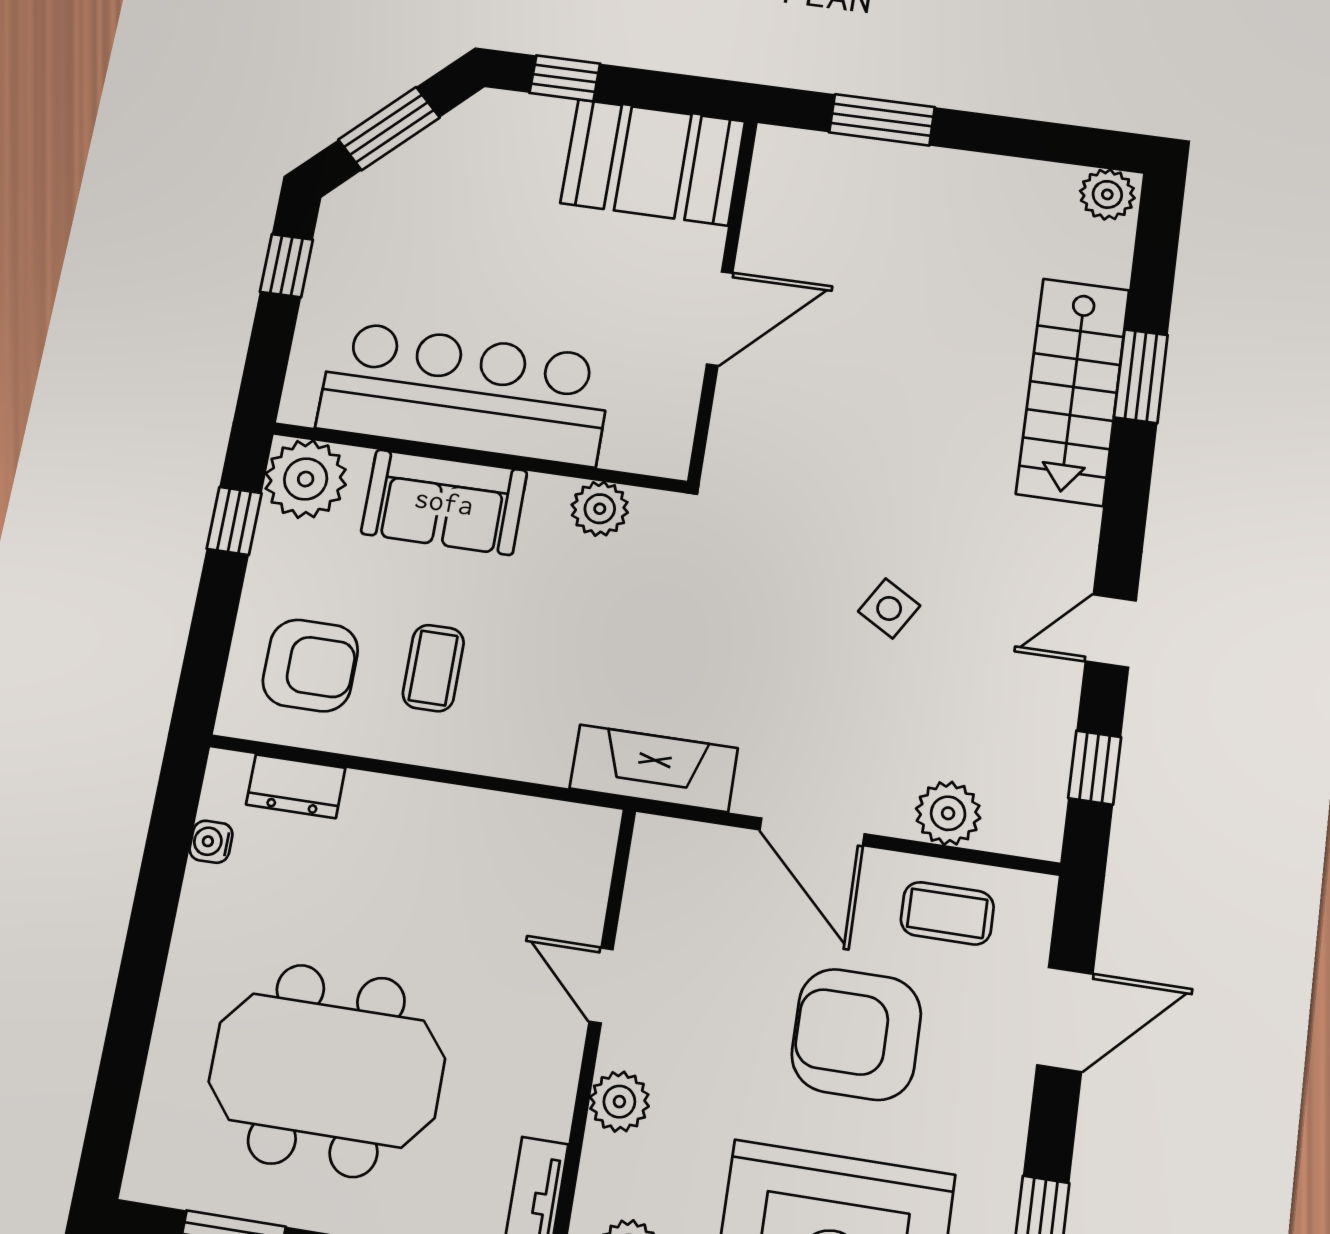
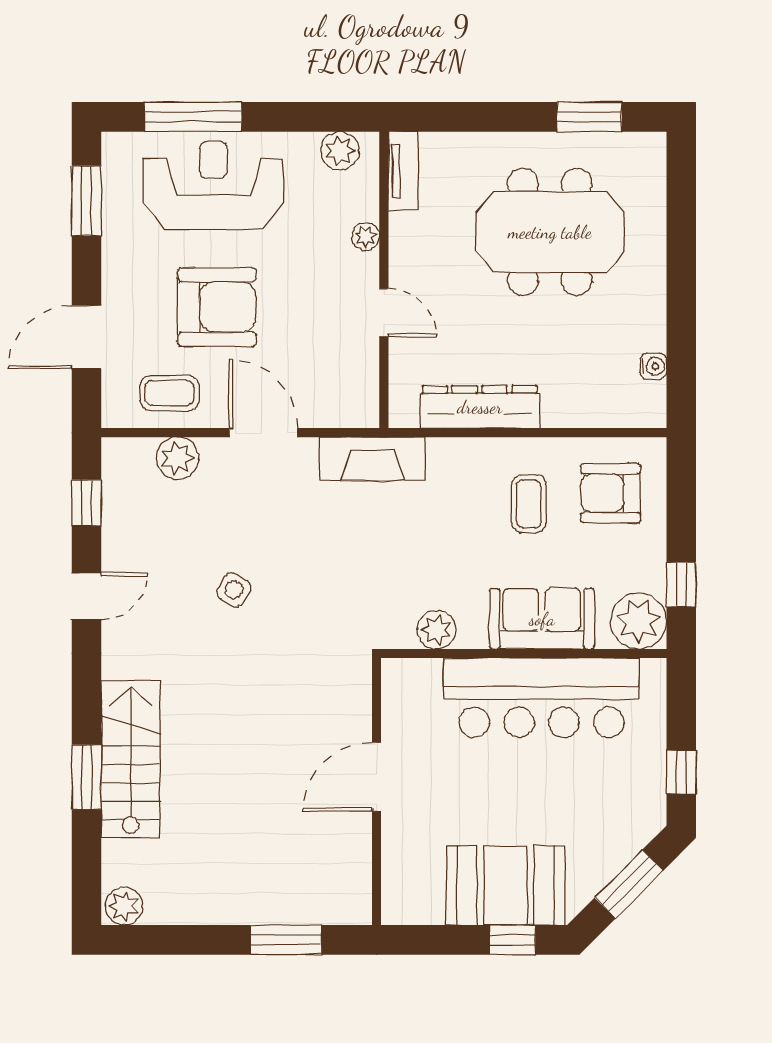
booth: (653, 162) -> (505, 885), moved
dresser: (296, 786) -> (480, 407), moved, width x1.96, depth x1.24
plant: (619, 1102) -> (366, 236), width x0.73, depth x0.73

